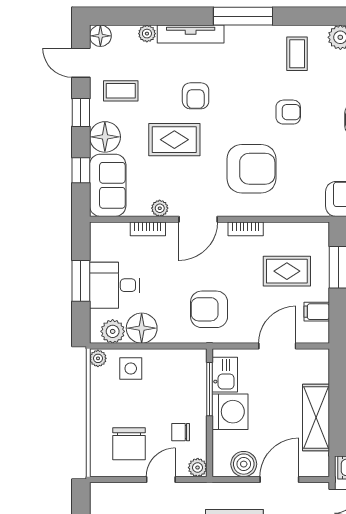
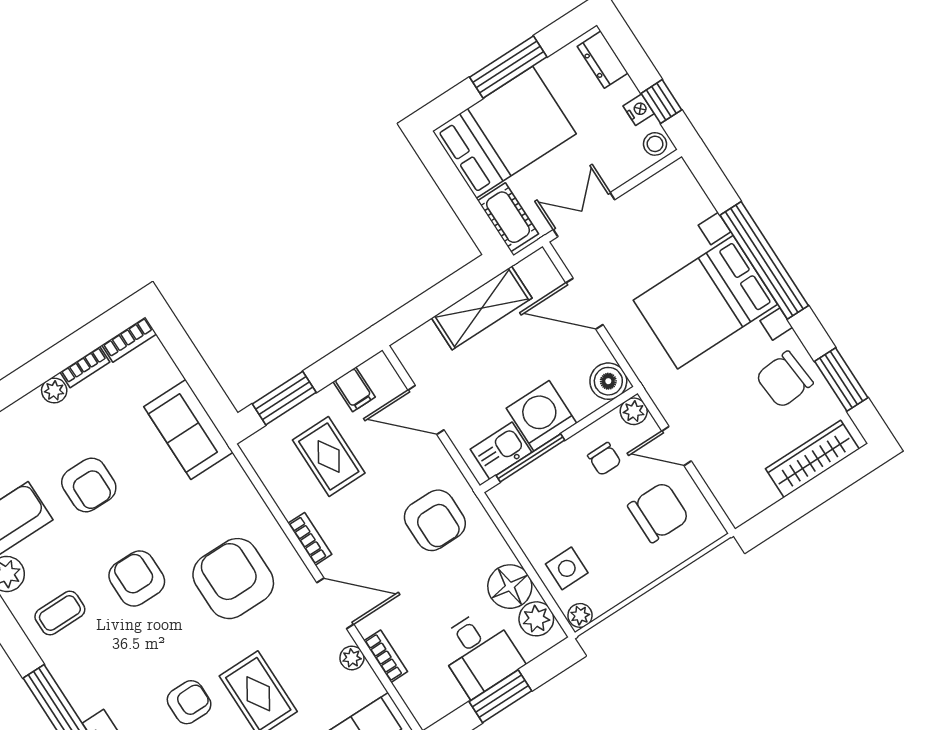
armchair: (288, 112) -> (137, 578), width x1.38, depth x1.38
boiler: (244, 464) -> (608, 381), moved

